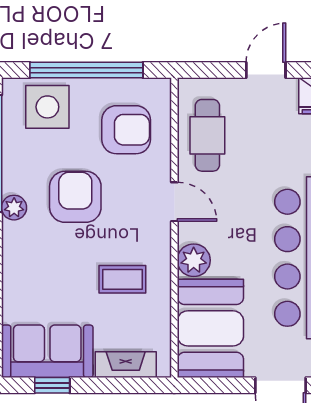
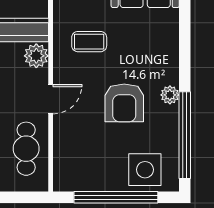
armchair: (126, 130) -> (87, 153), removed
door: (174, 202) -> (51, 99), swing flipped

